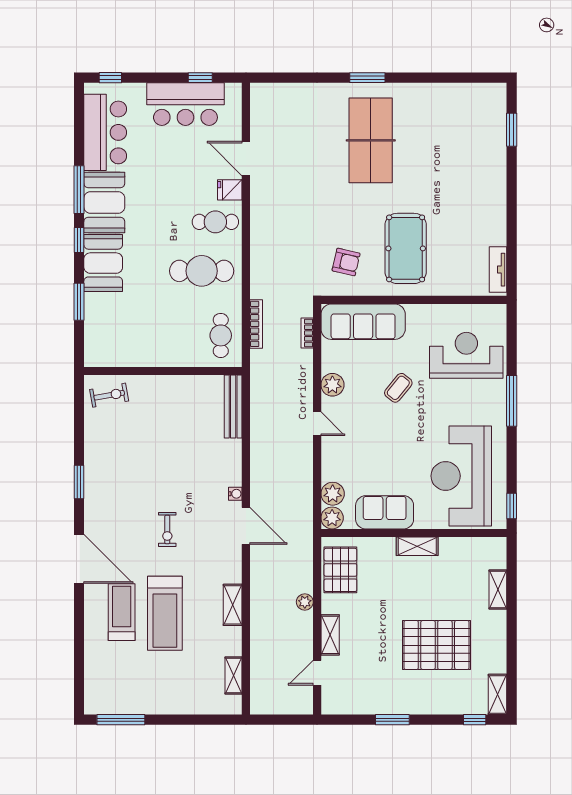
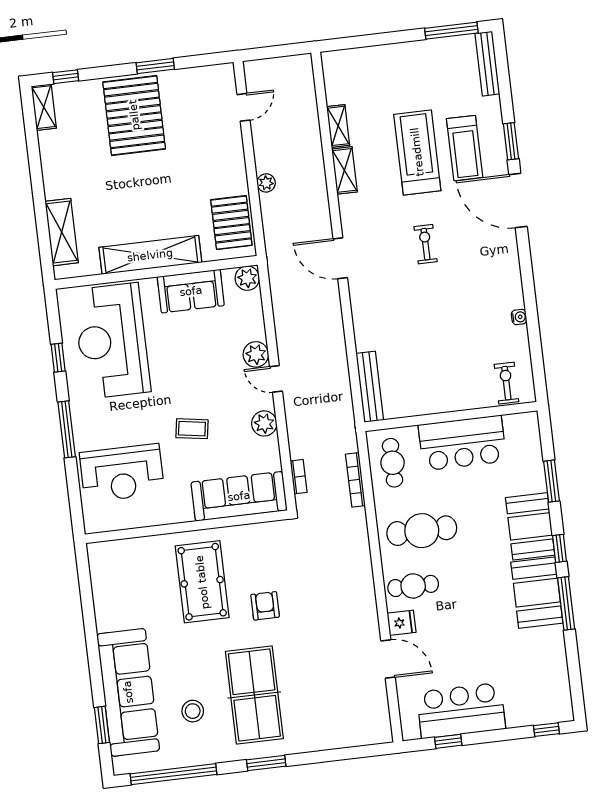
window: (452, 78) -> (173, 774), added
bar counter: (105, 132) -> (462, 443), moved, turned -90
stool: (428, 133) -> (193, 711), added
sofa: (484, 156) -> (128, 692), added
armchair: (346, 262) -> (265, 606), moved, turned 77
tv unit: (498, 270) -> (99, 571), removed
coffee table: (398, 388) -> (192, 429), turned 60
exercise bike: (109, 395) -> (506, 383), turned 100
reception desk: (461, 476) -> (112, 341), turned 180
window: (79, 482) -> (511, 141), moved
water cooler: (235, 494) -> (519, 317), moved, turned 180
plant: (333, 494) -> (256, 354), moved
window: (512, 506) -> (58, 358), moved
shelving: (417, 546) -> (150, 255), width x2.20, depth x1.33
shelving: (498, 589) -> (62, 232), width x1.50, depth x1.33
shelving: (330, 635) -> (234, 150), removed
pallet: (436, 645) -> (134, 115), moved, turned 90
shelving: (234, 675) -> (338, 126), moved
bench: (92, 686) -> (487, 64), added

